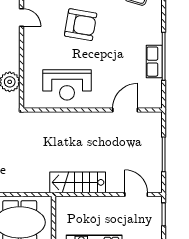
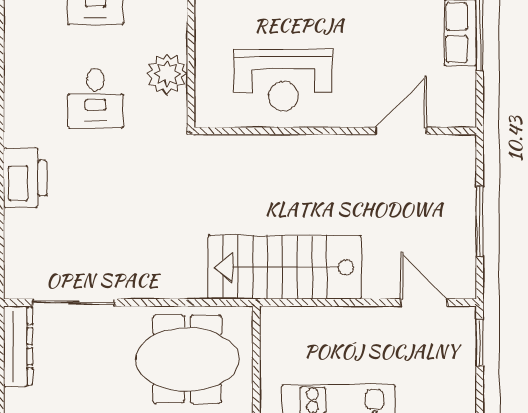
stairs: (78, 182) -> (284, 267), width x1.36, depth x1.51

